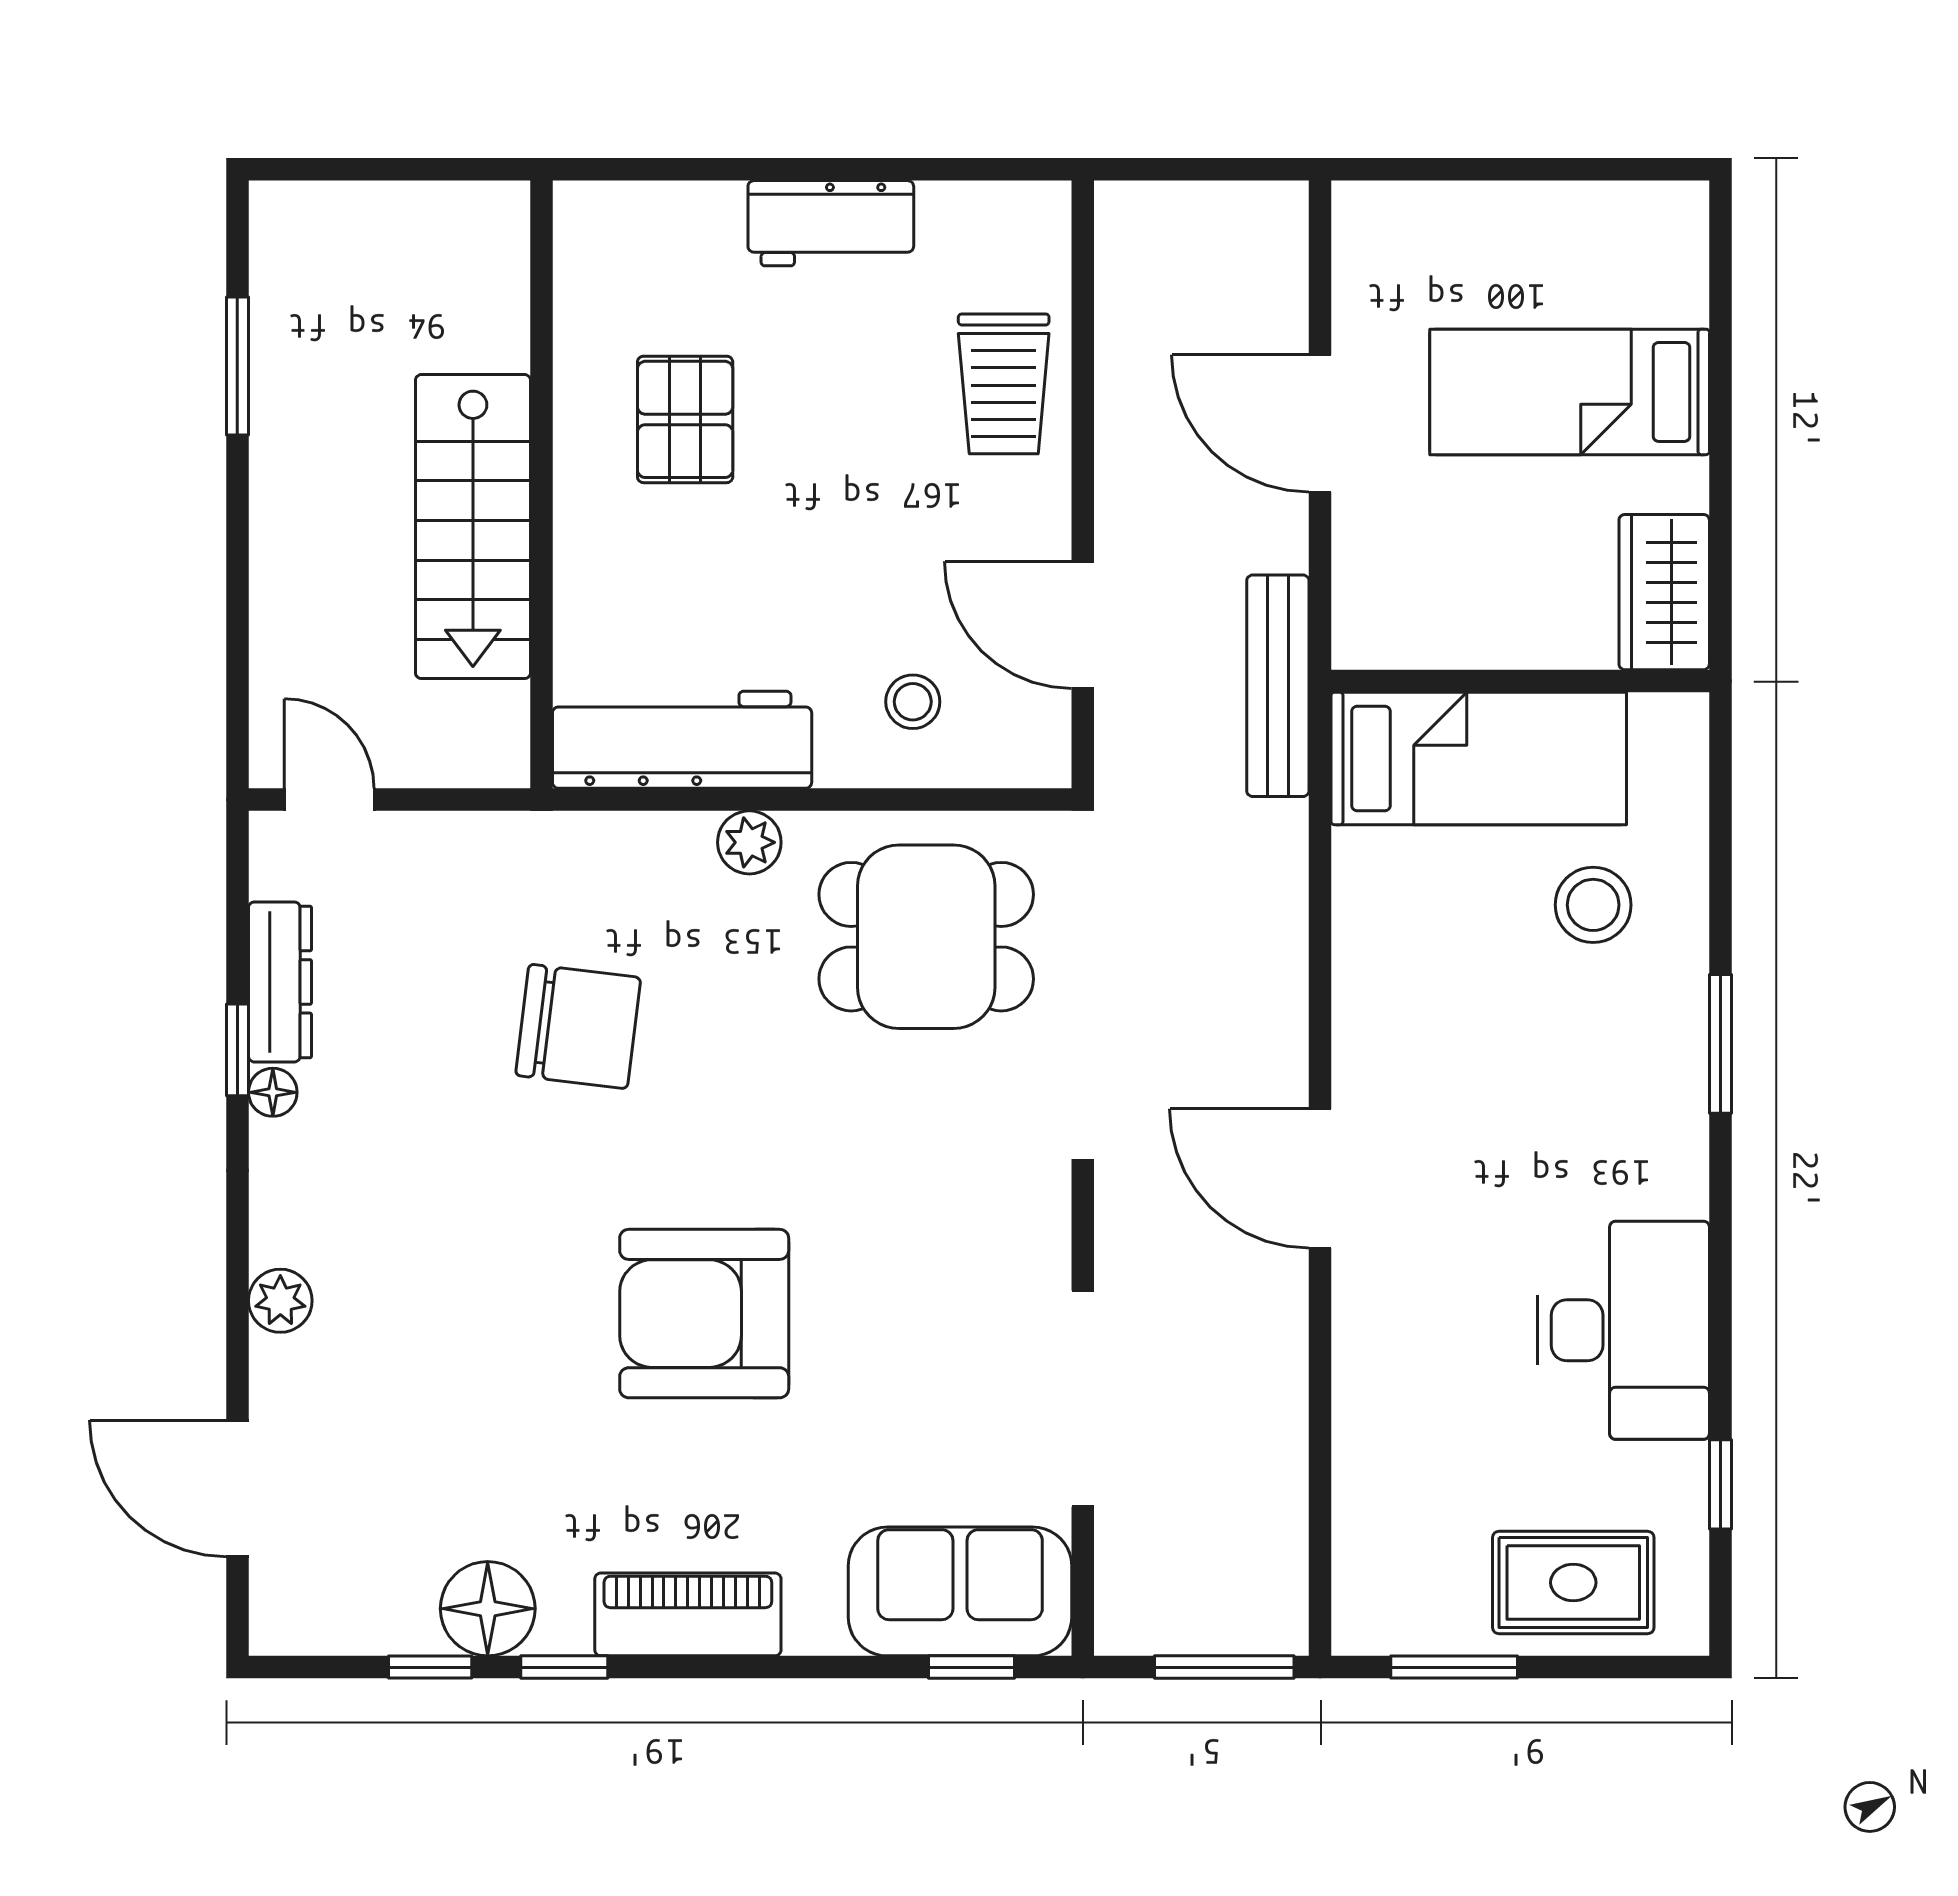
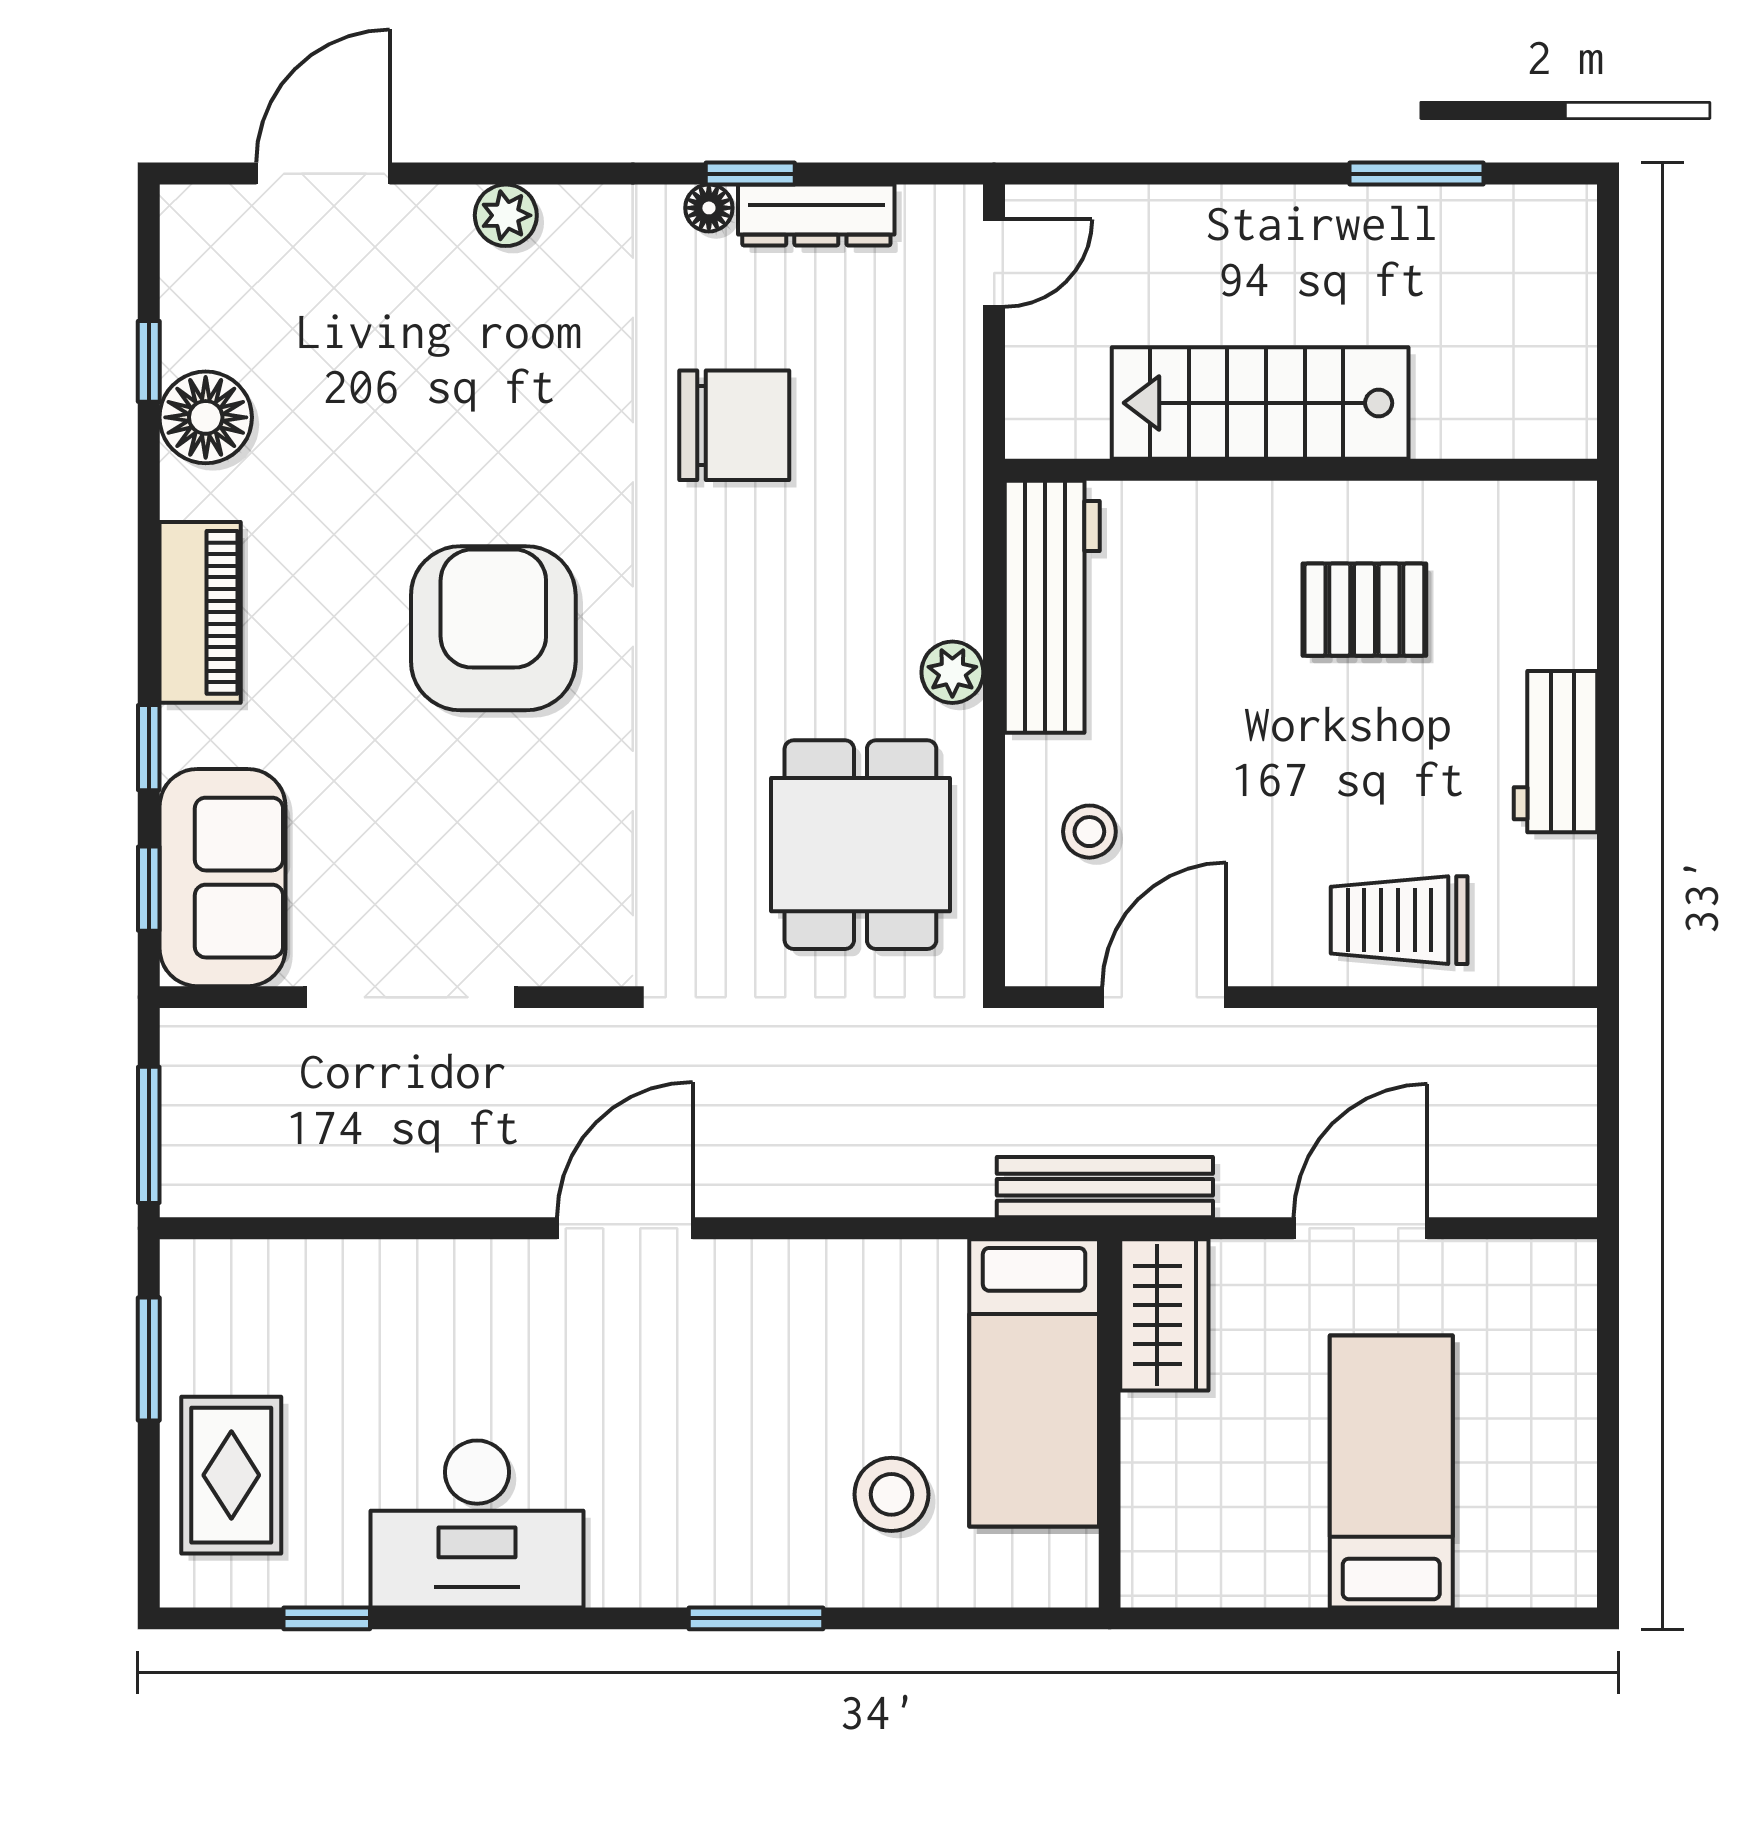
wardrobe: (1664, 592) -> (1164, 1315), moved, turned 90
chair: (578, 1026) -> (734, 425), moved, turned -97
window: (564, 1667) -> (149, 748), moved

